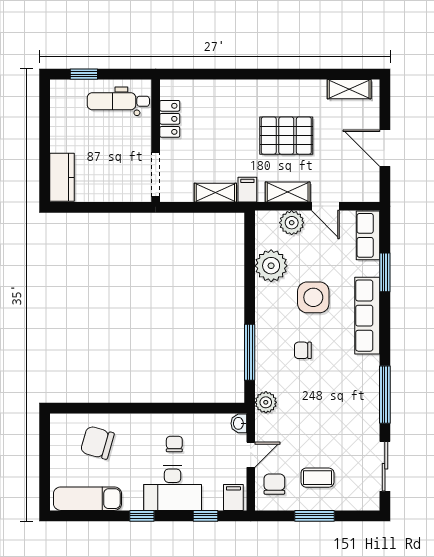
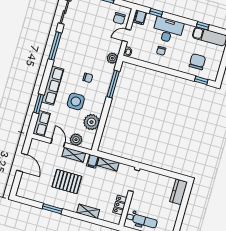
window: (300, 74) -> (52, 209), added
shelving: (349, 89) -> (88, 211), moved
window: (79, 408) -> (201, 80), added
chair: (97, 443) -> (197, 62), turned -106
coffee table: (317, 478) -> (98, 16), removed
window: (142, 516) -> (203, 26), moved

